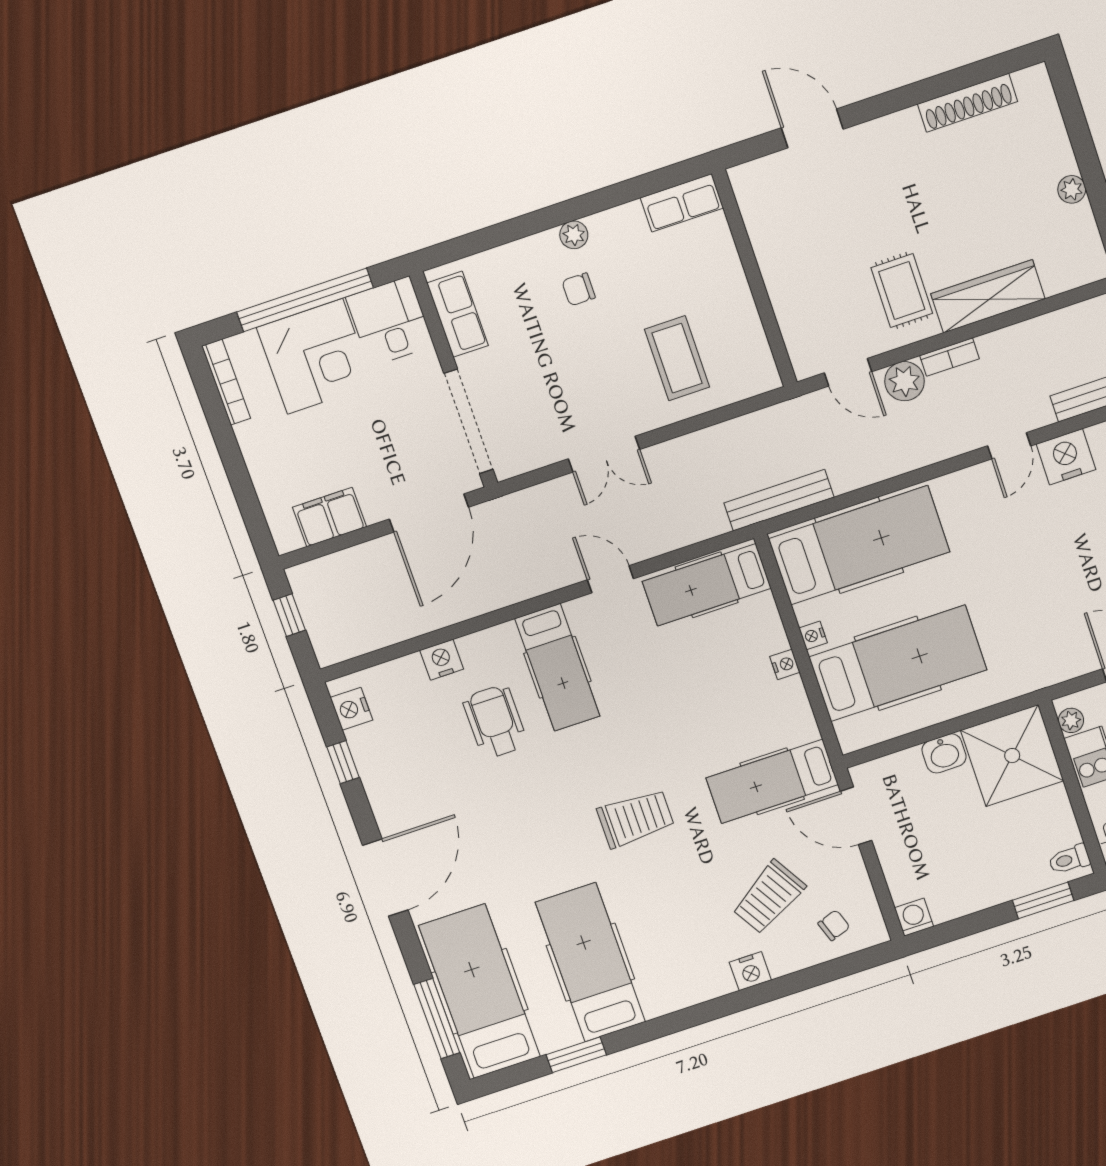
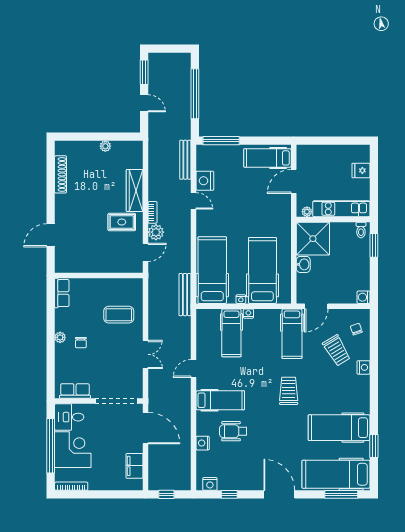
hospital bed: (707, 585) -> (231, 333), moved

